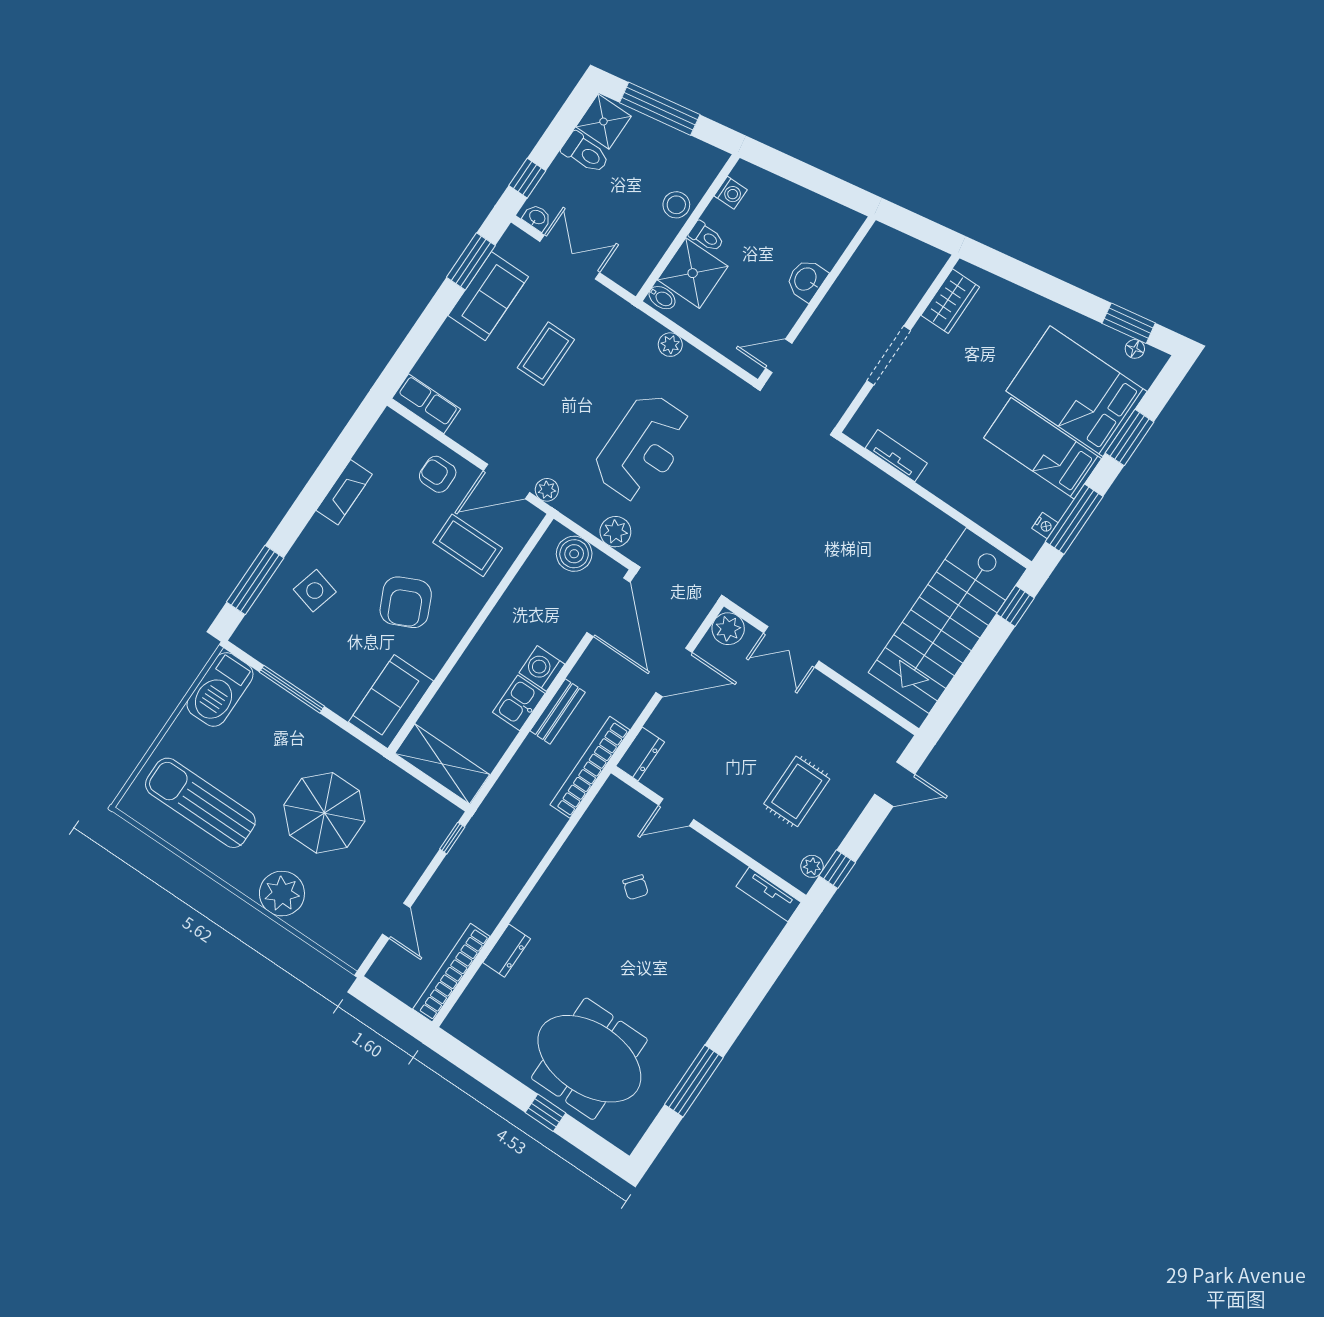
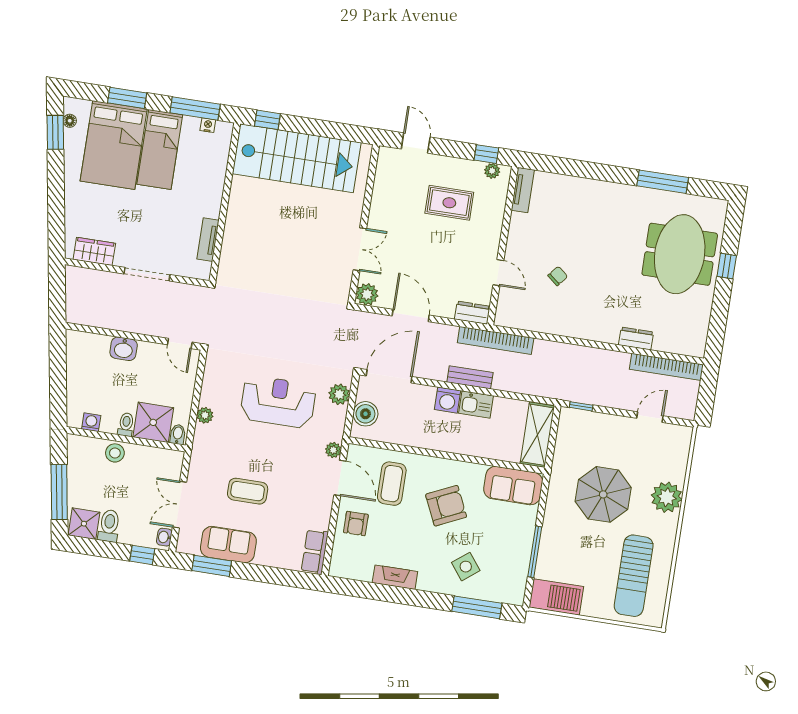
side table: (315, 591) -> (466, 567), turned 37

